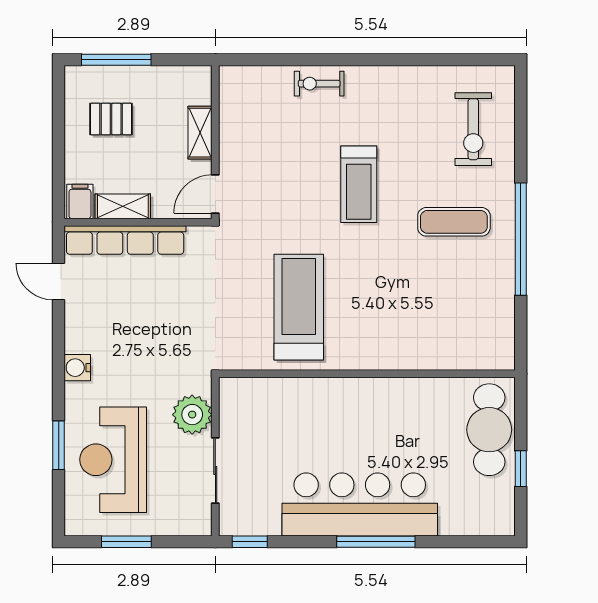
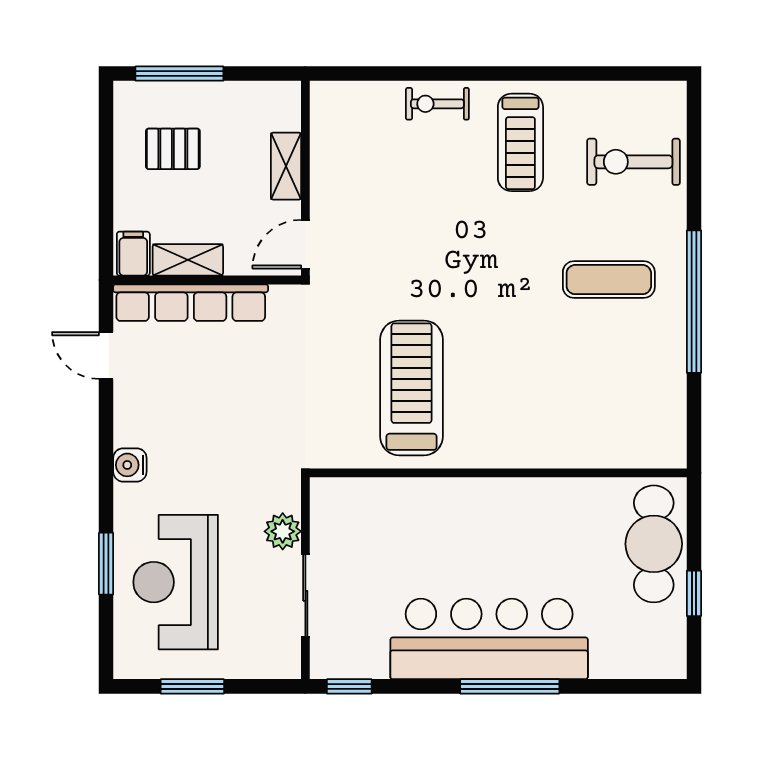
exercise bike: (473, 129) -> (633, 162), turned 90
treadmill: (359, 184) -> (520, 142), moved
plant: (192, 415) -> (283, 531), width x0.73, depth x0.73

